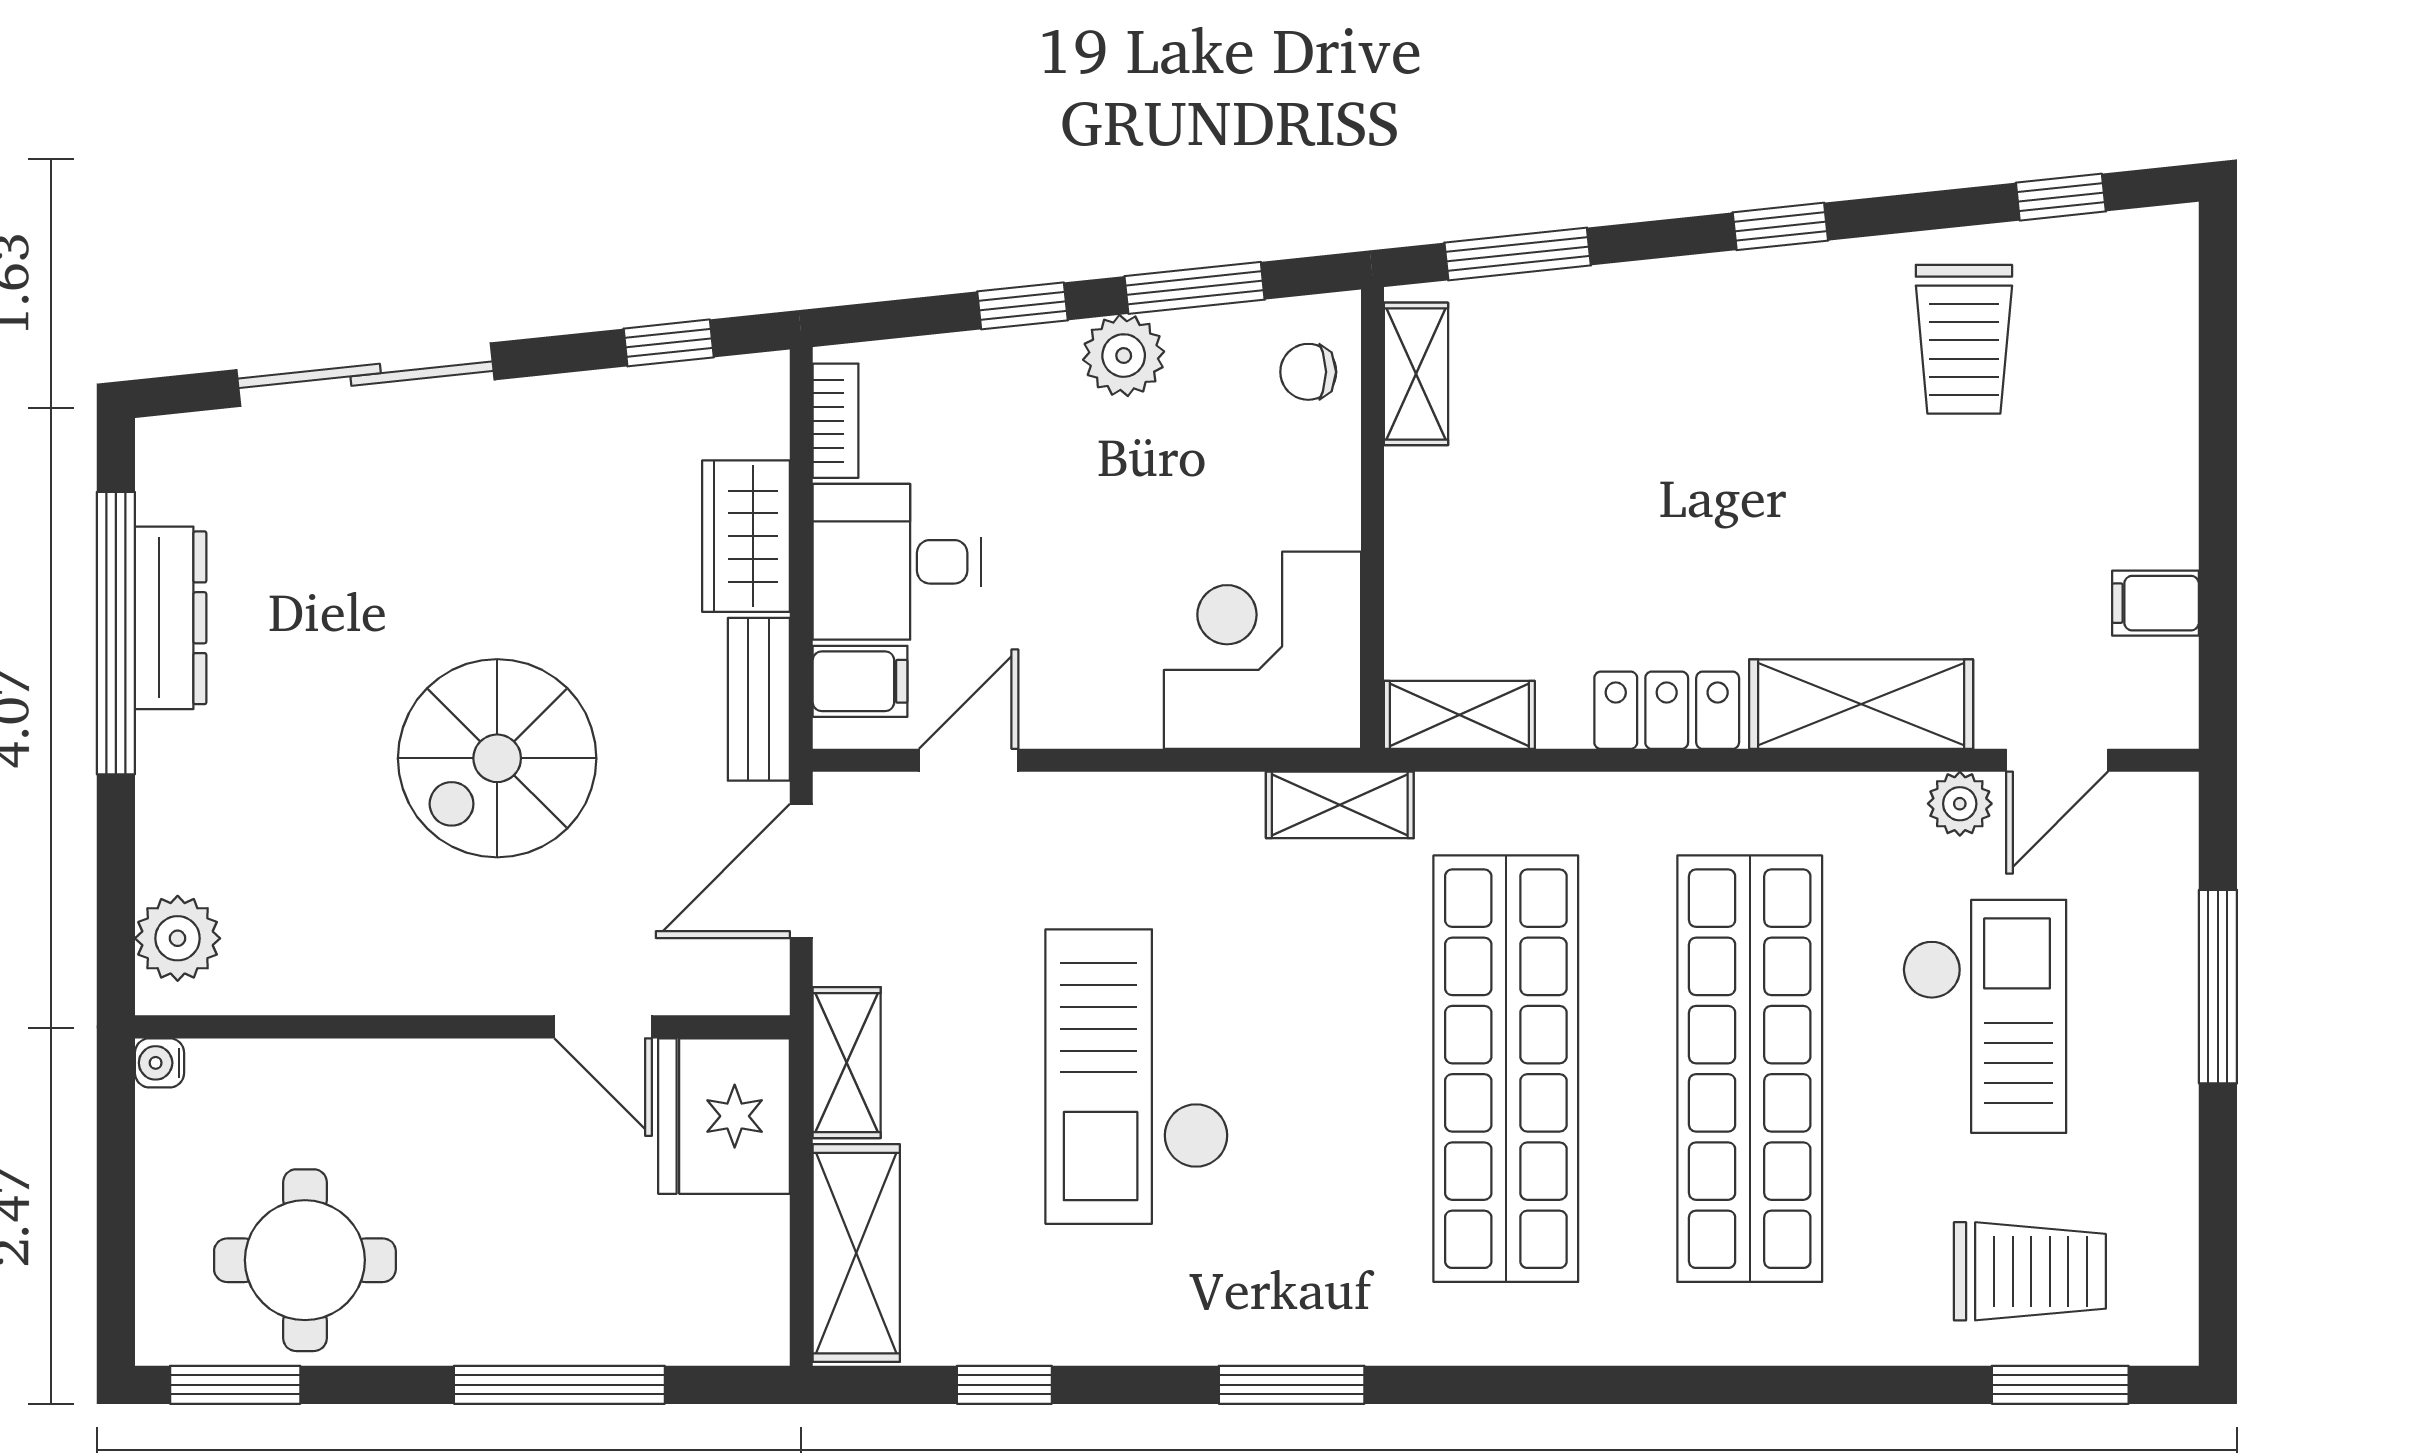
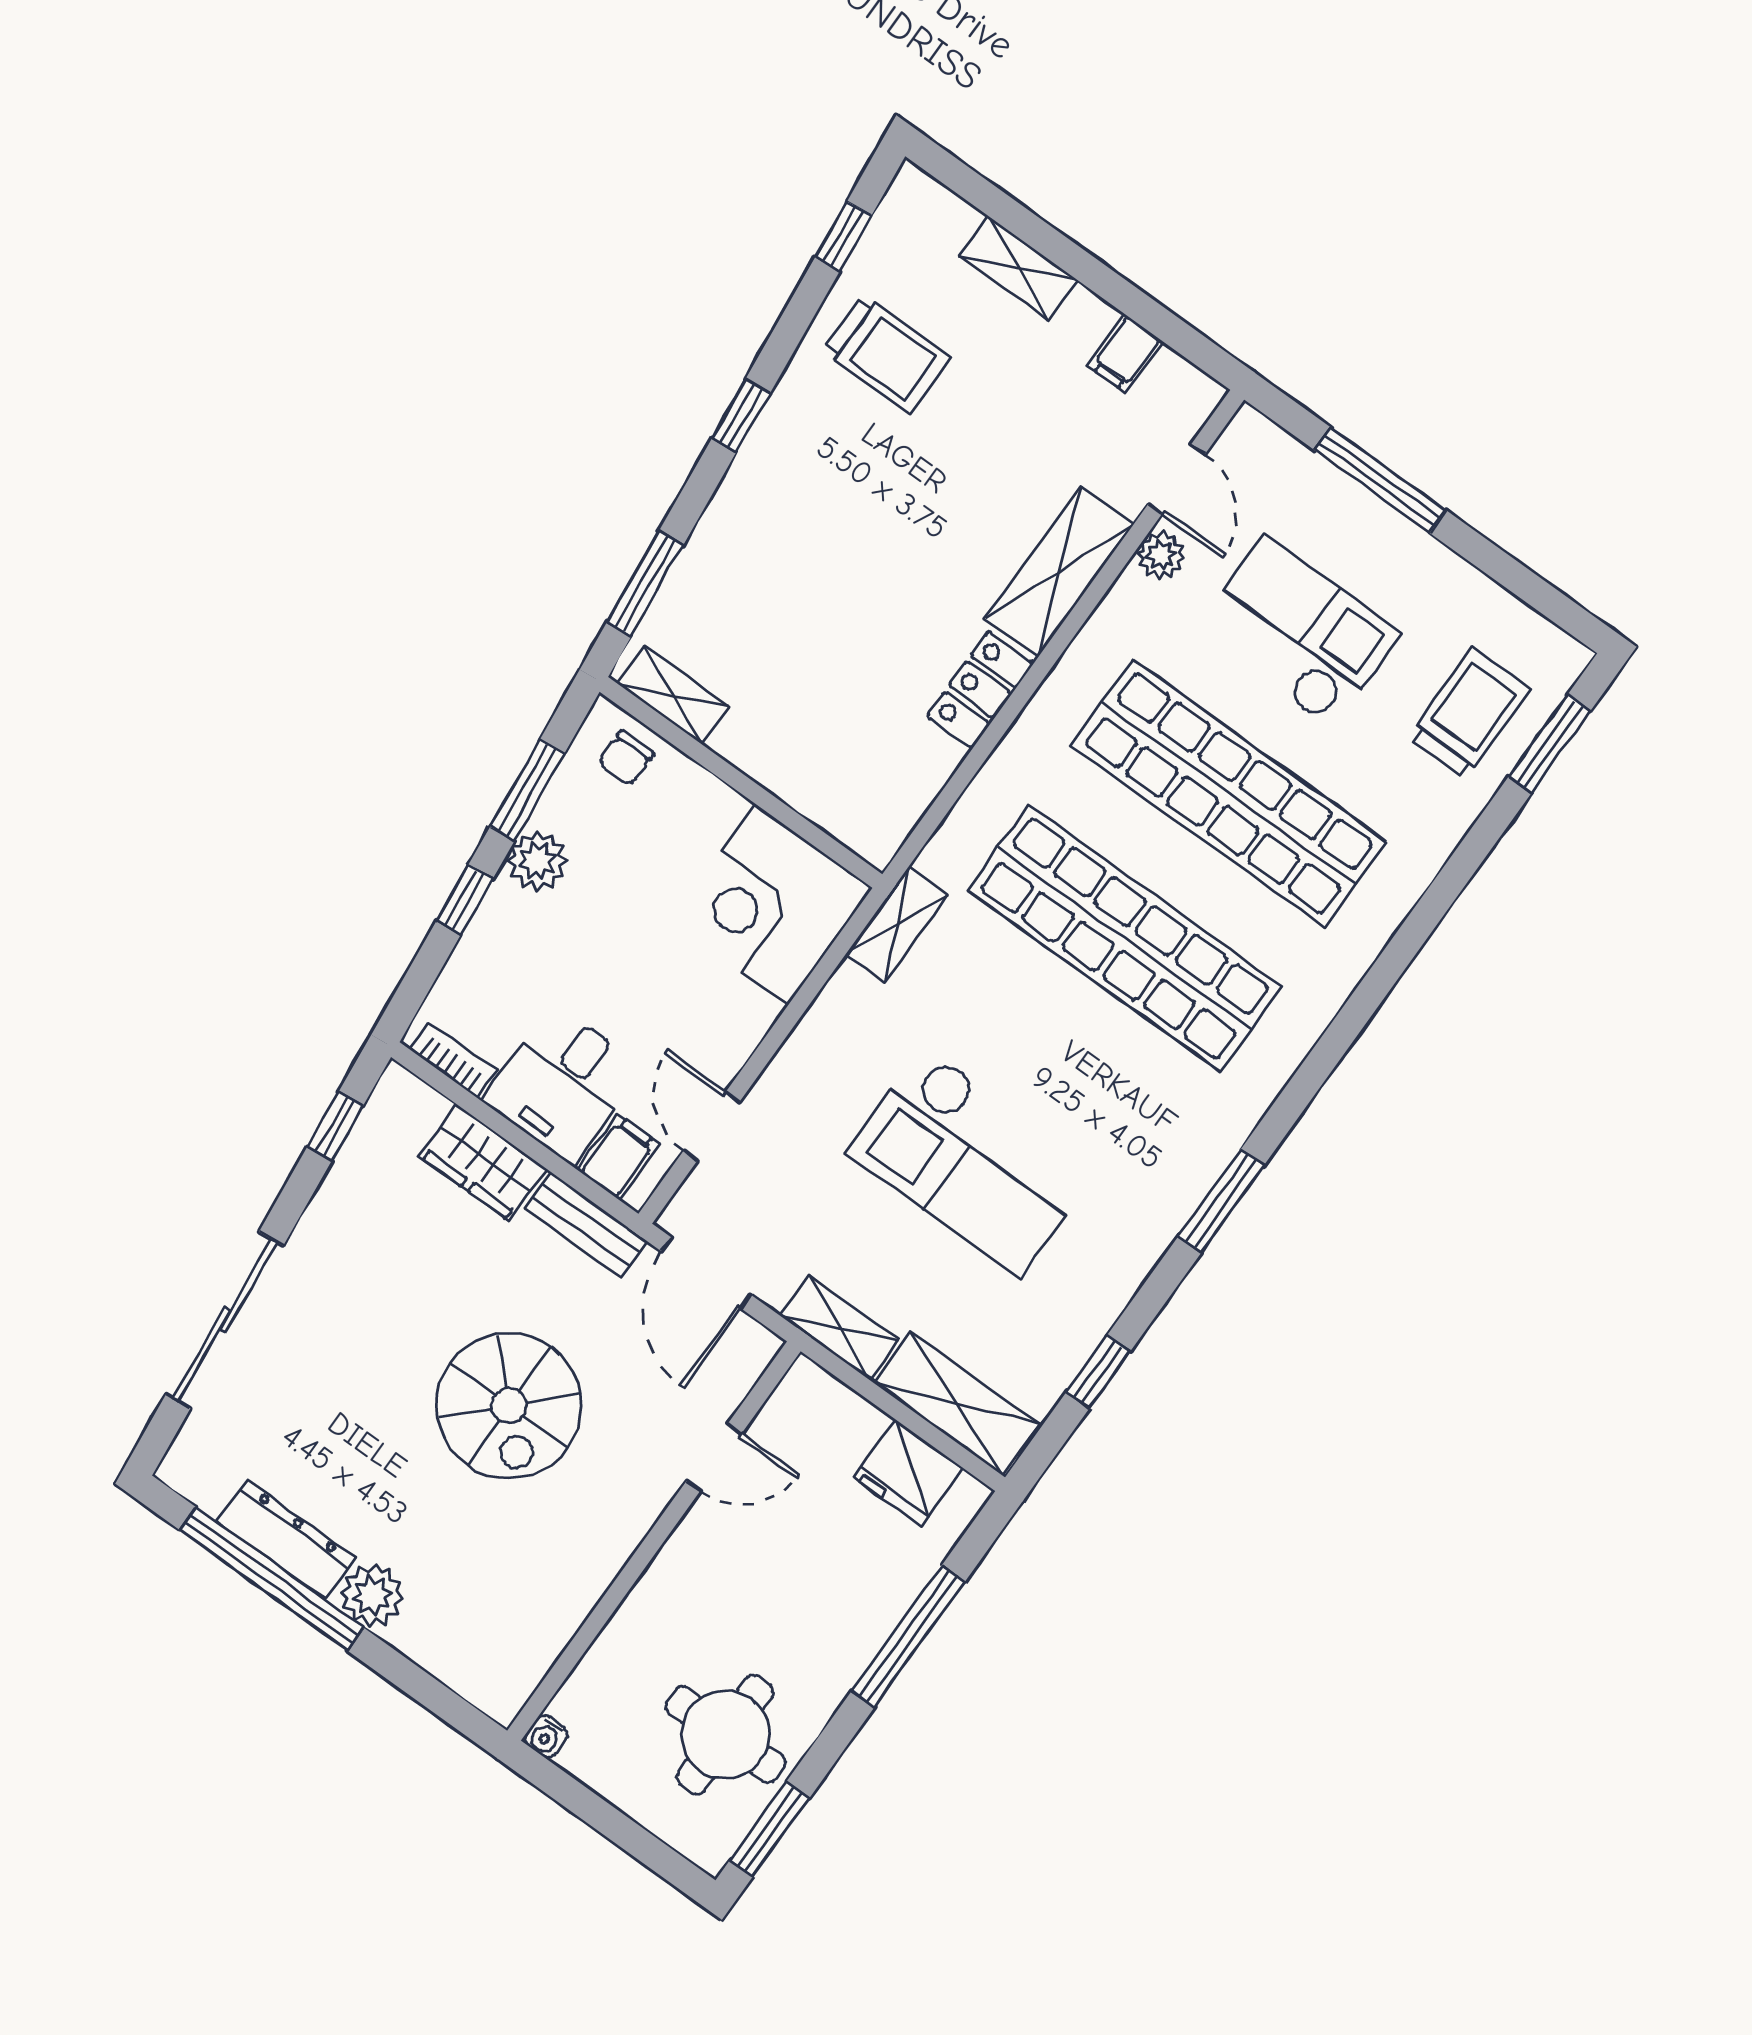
shelving: (1459, 715) -> (1018, 268), moved, turned 90
plant: (178, 938) -> (372, 1595), moved
fridge: (724, 1116) -> (908, 1473), moved, width x0.73, depth x0.75

